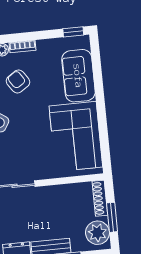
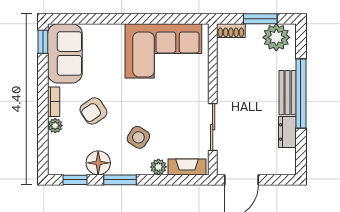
sofa: (78, 76) -> (65, 53), moved, turned -90
shoe rack: (100, 198) -> (231, 31), width x0.70

